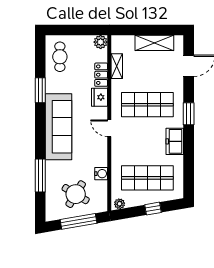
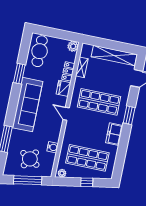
shelving: (154, 43) -> (114, 56), width x1.47
cafe table: (60, 57) -> (40, 51), width x1.37, depth x1.35

